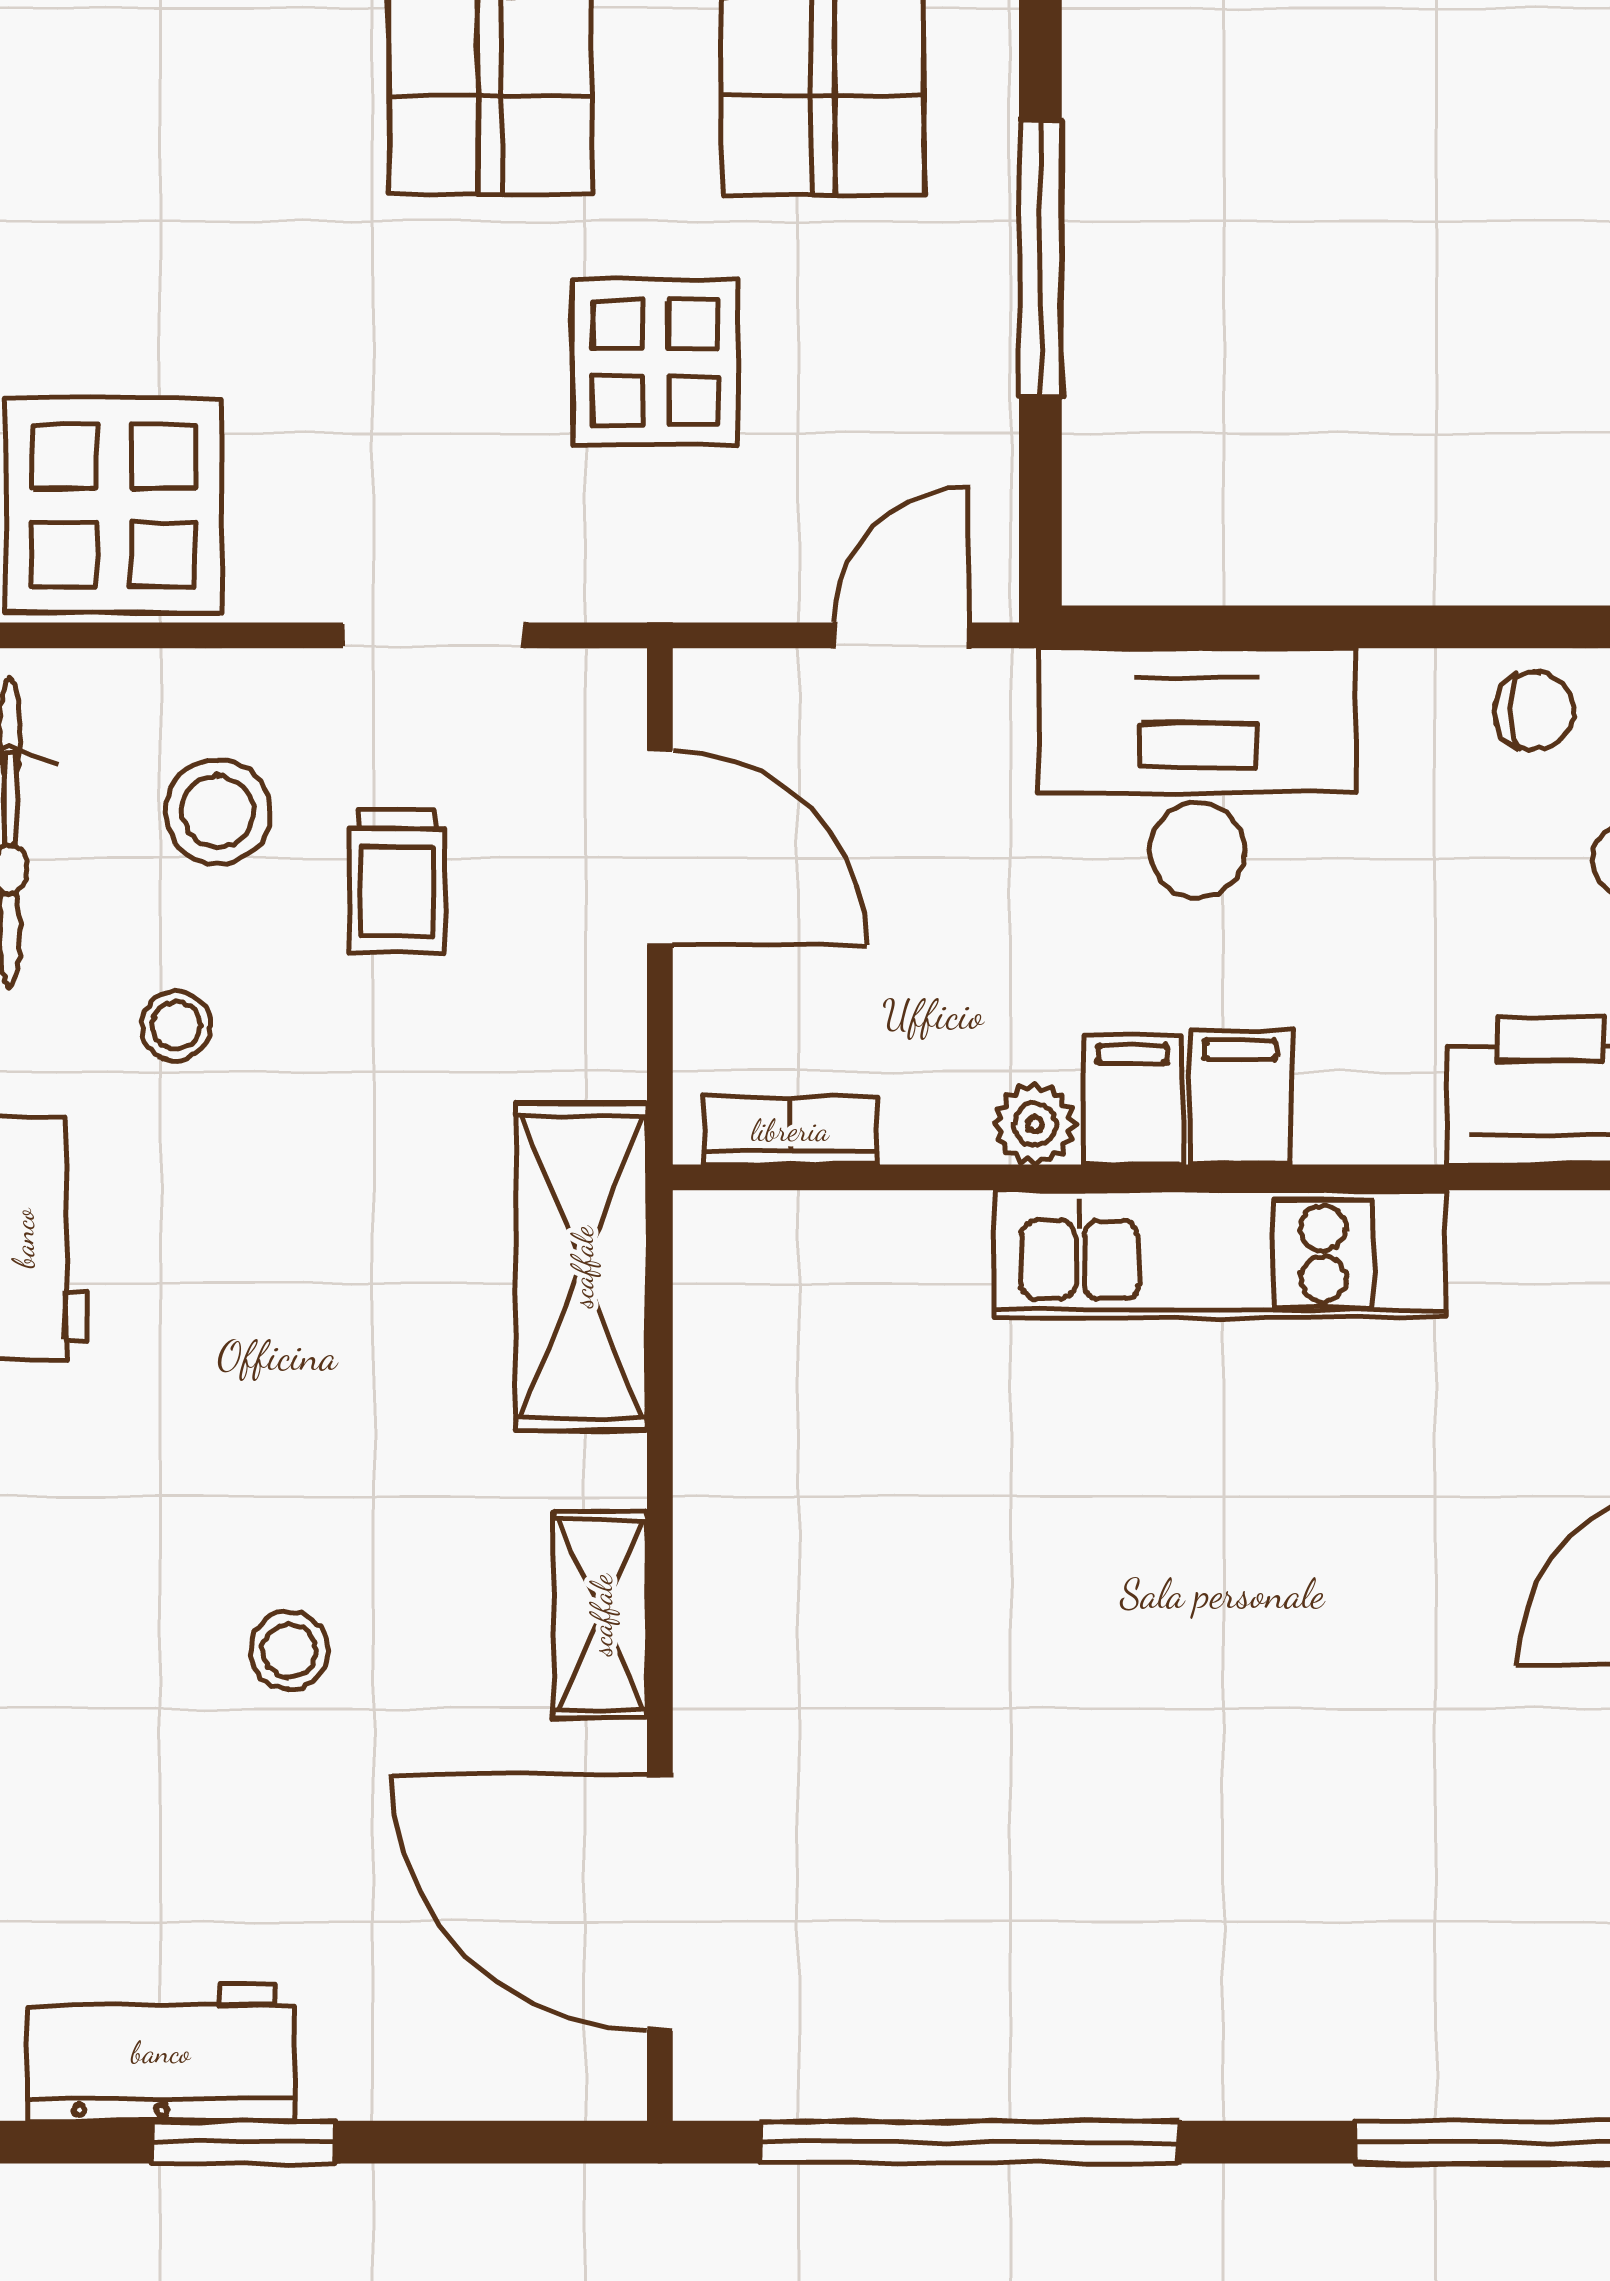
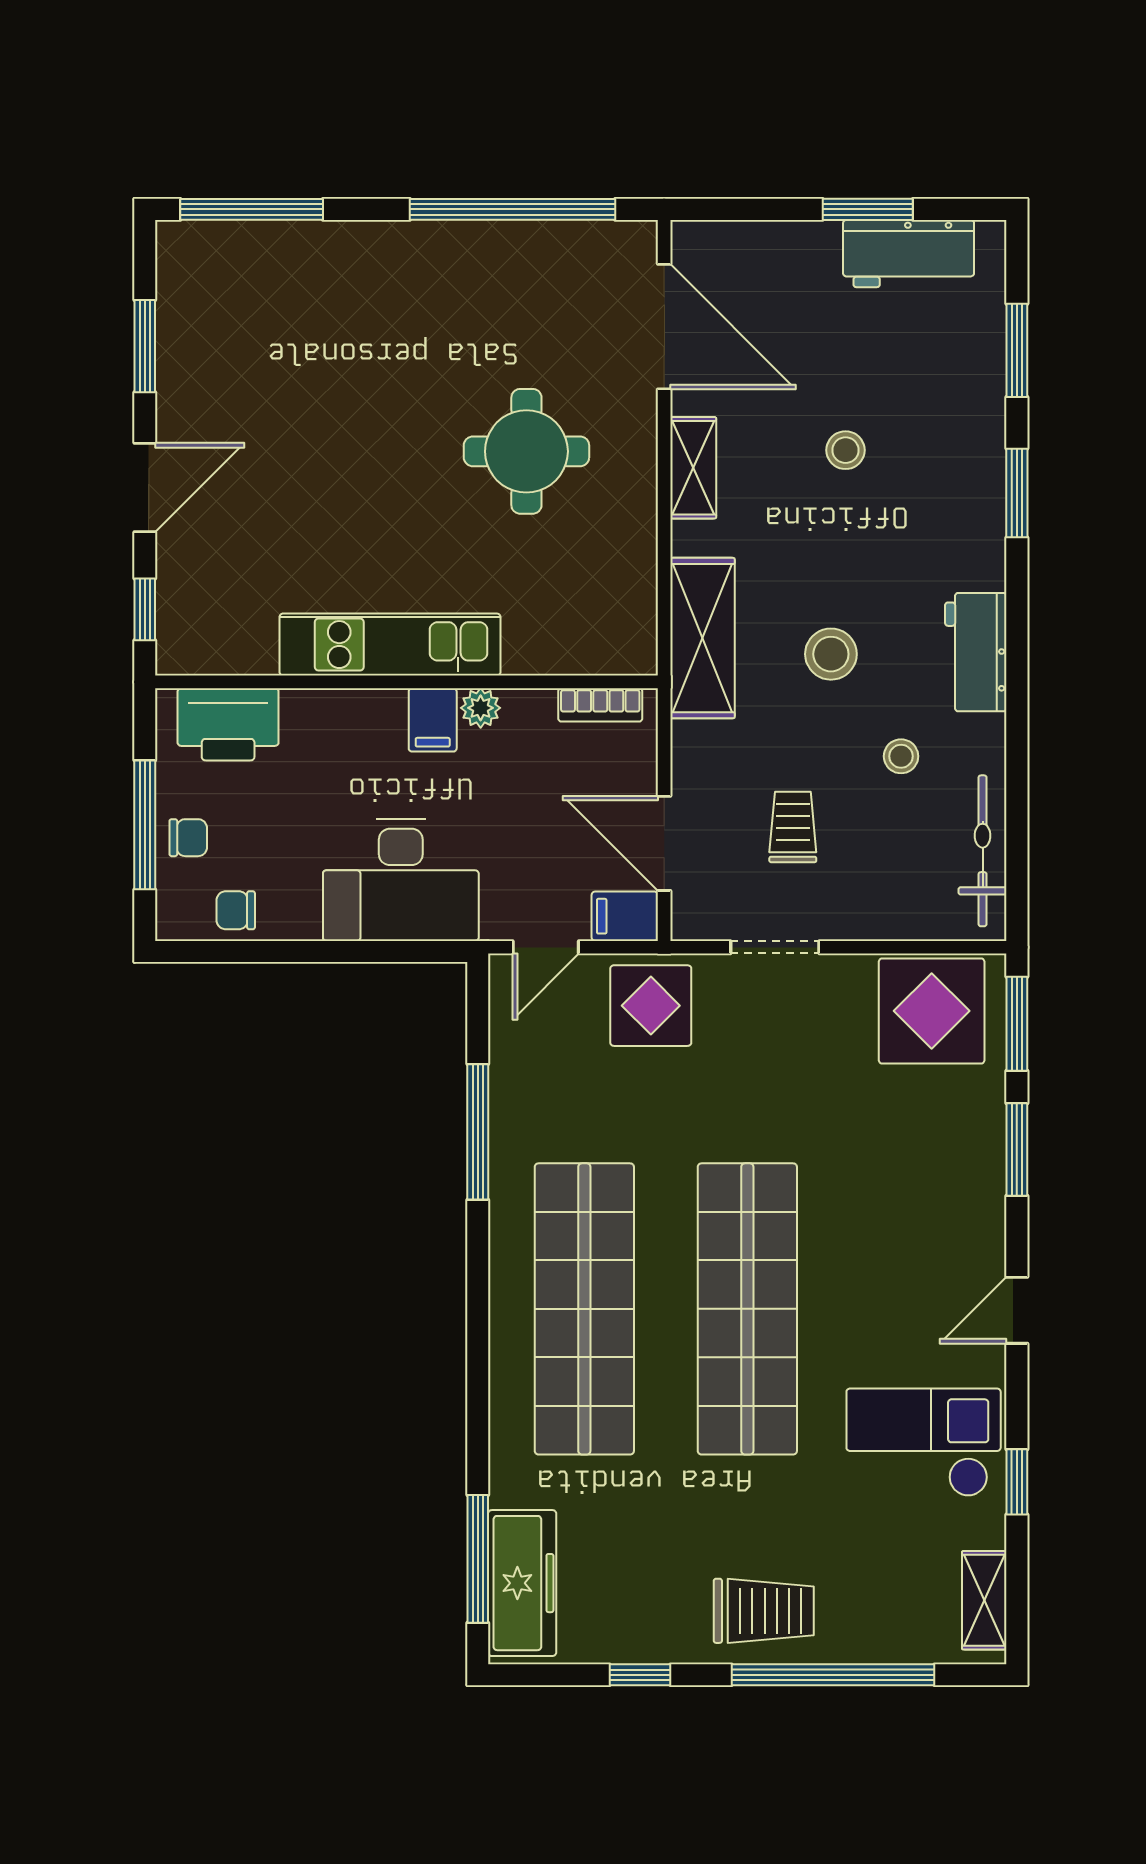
display table: (656, 363) -> (651, 1006), moved
stool: (218, 812) -> (831, 654), moved
filing cabinet: (1240, 1097) -> (625, 916), moved, turned 90
round table: (941, 1648) -> (526, 451), added

